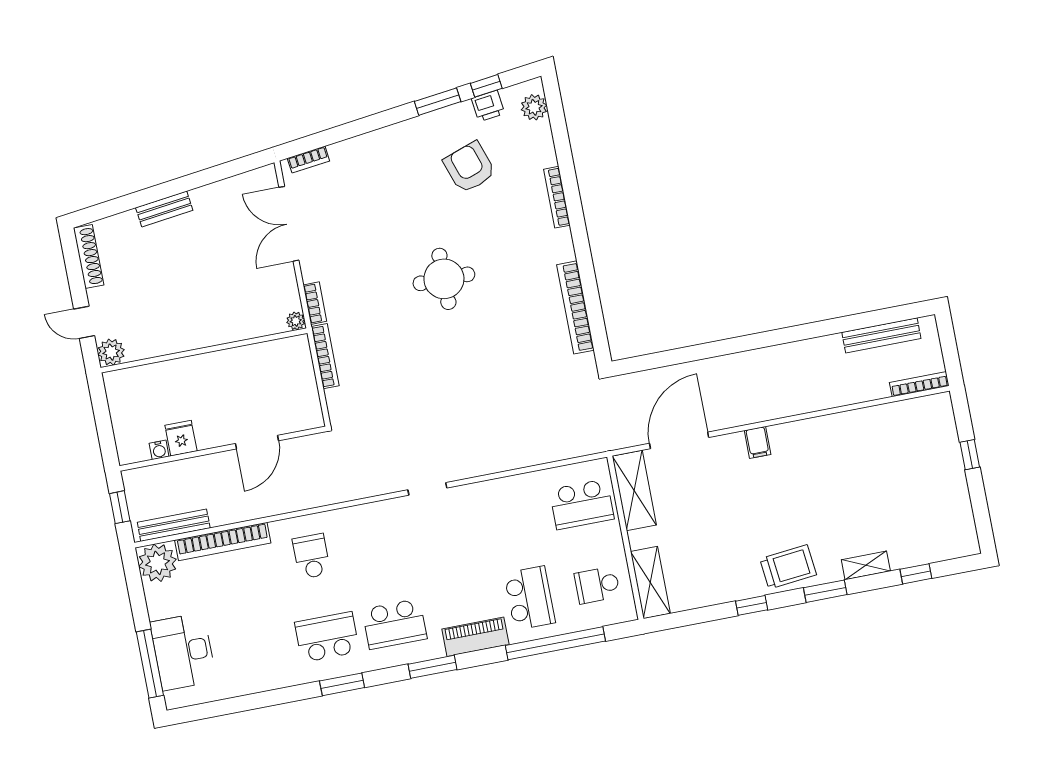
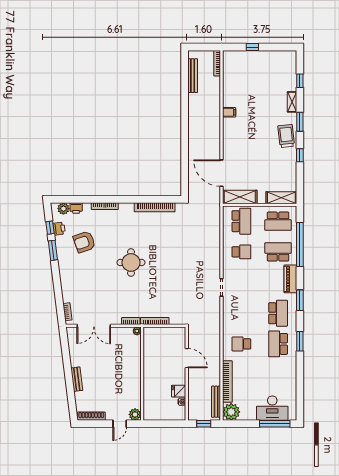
printer: (540, 135) -> (76, 208), added
filing cabinet: (758, 442) -> (229, 112), moved
school desk: (514, 517) -> (241, 252), added
school desk: (597, 585) -> (278, 221), width x1.85

